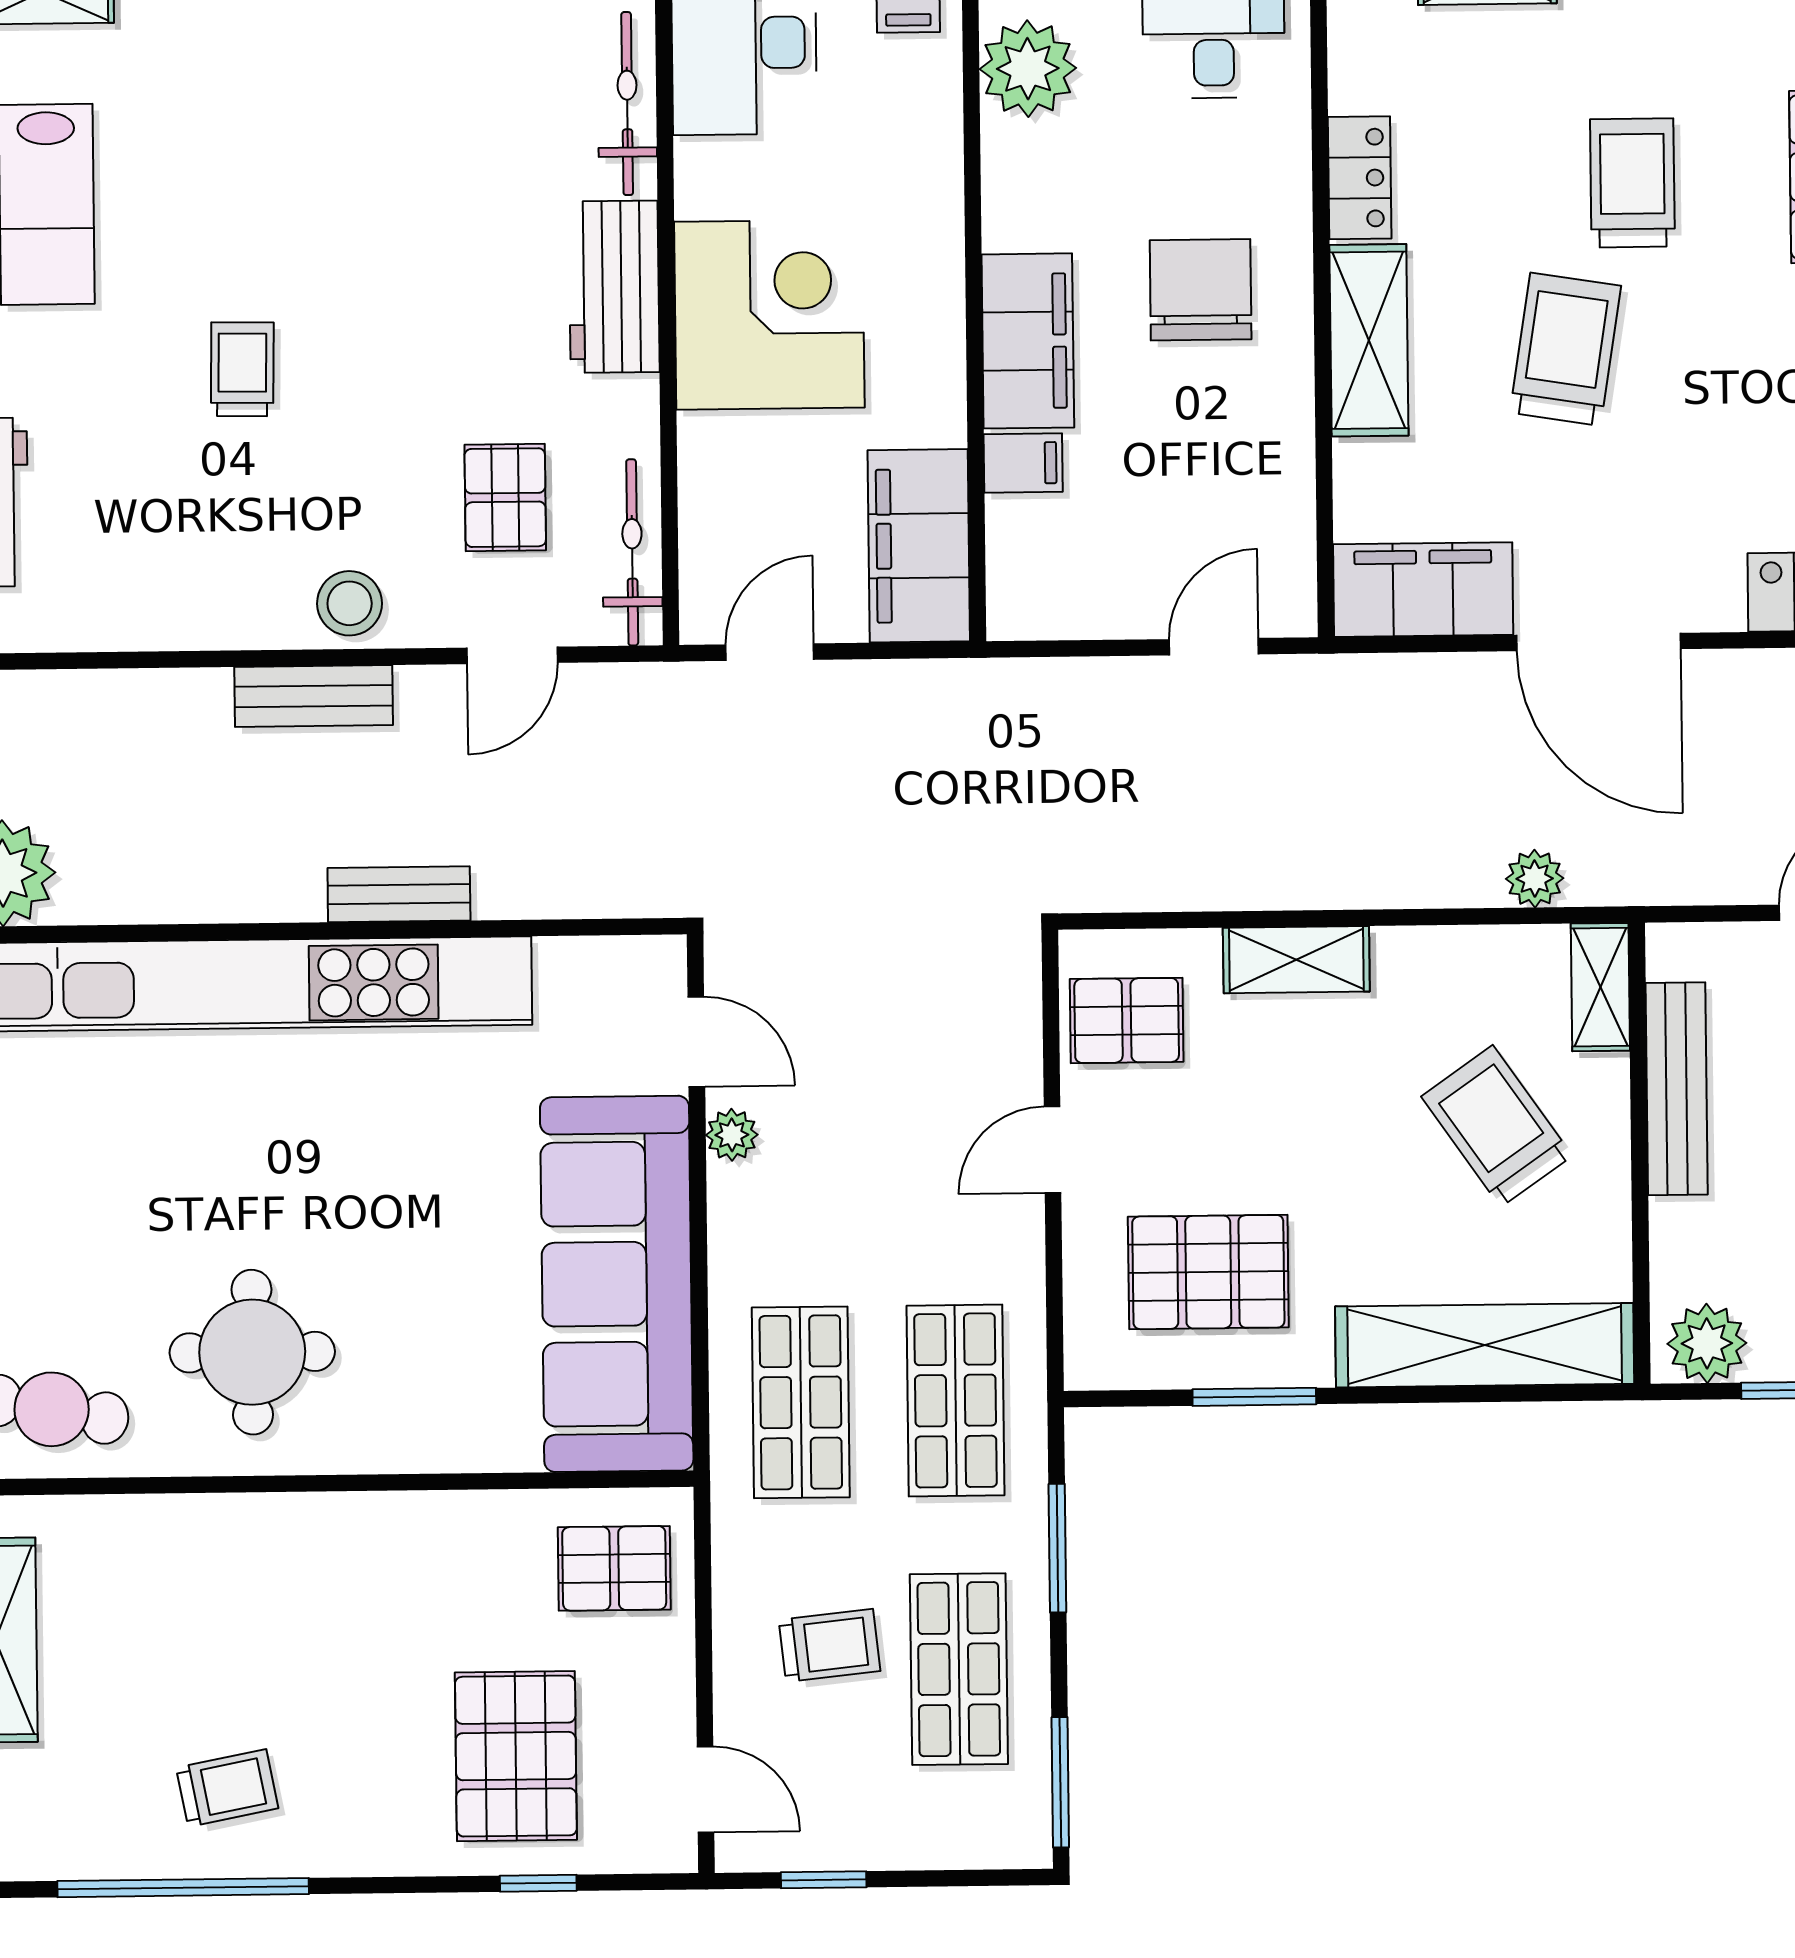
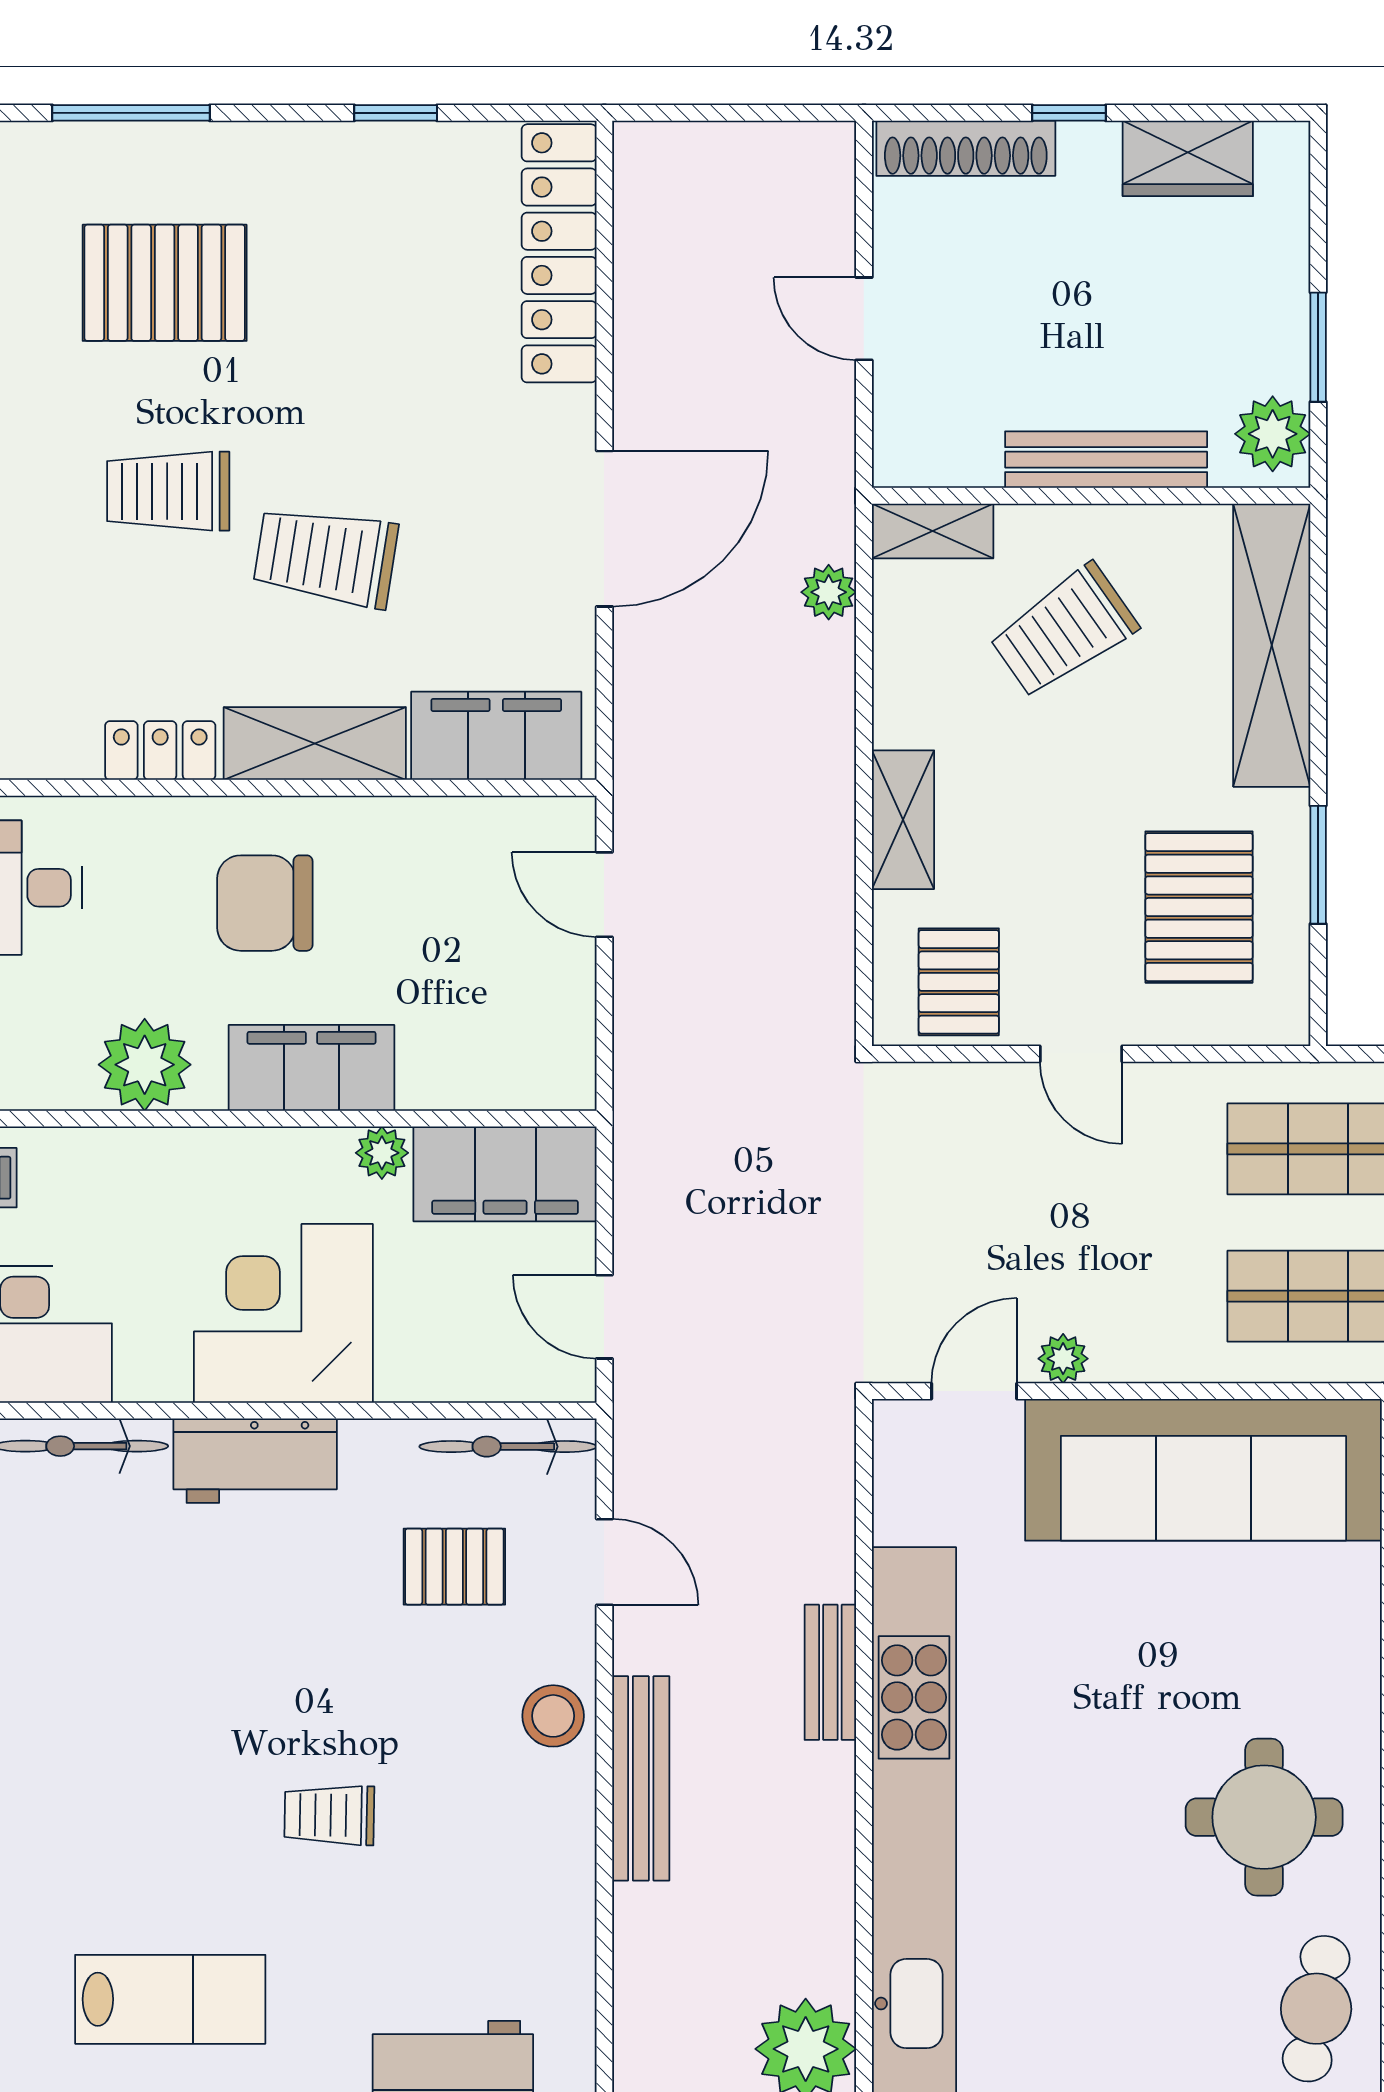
plant: (1028, 69) -> (145, 1065), moved
plant: (939, 416) -> (382, 1153), added
filing cabinet: (1023, 463) -> (428, 1074), removed
filing cabinet: (1423, 590) -> (496, 736), moved, turned 90
bench: (314, 696) -> (641, 1778), width x1.36
bench: (1677, 1089) -> (1106, 460), moved

